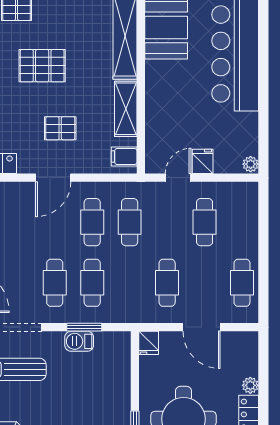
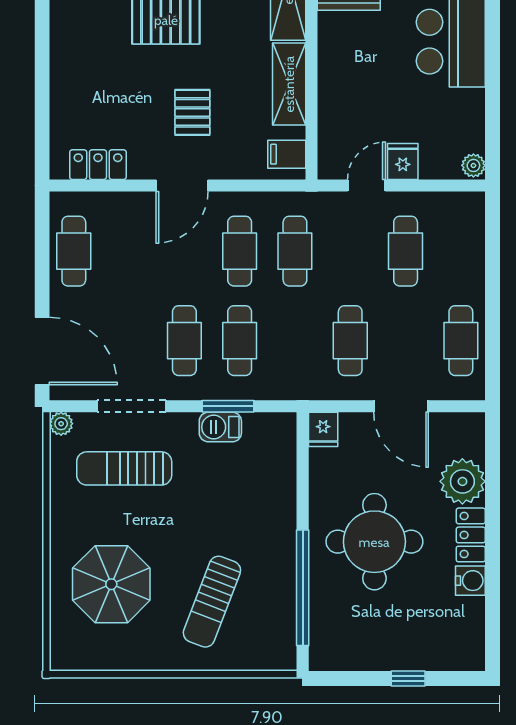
pallet: (60, 128) -> (192, 112), turned 90
plant: (250, 385) -> (462, 481), width x1.87, depth x1.87

